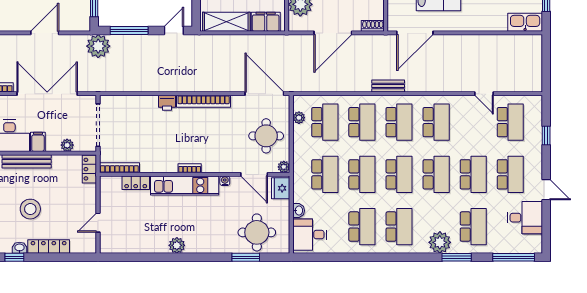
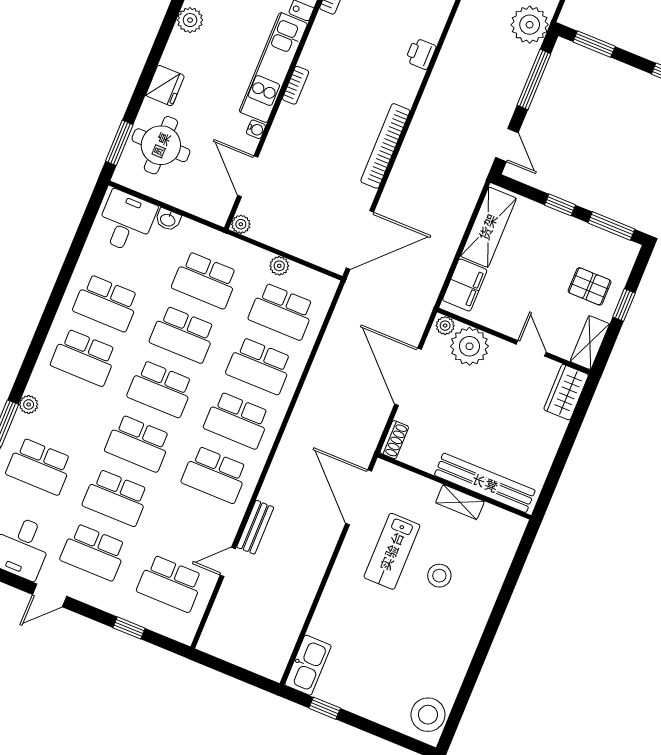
plant: (294, 23) -> (445, 326), added
bench: (388, 86) -> (255, 527), moved
printer: (167, 103) -> (421, 54), moved
plant: (299, 118) -> (279, 266), moved
round table: (266, 136) -> (297, 217), removed
door: (254, 174) -> (248, 176), hinge flipped
fridge: (281, 188) -> (165, 86), moved, turned 90
plant: (440, 242) -> (29, 404), width x0.53, depth x0.53
window: (246, 257) -> (119, 143), moved

